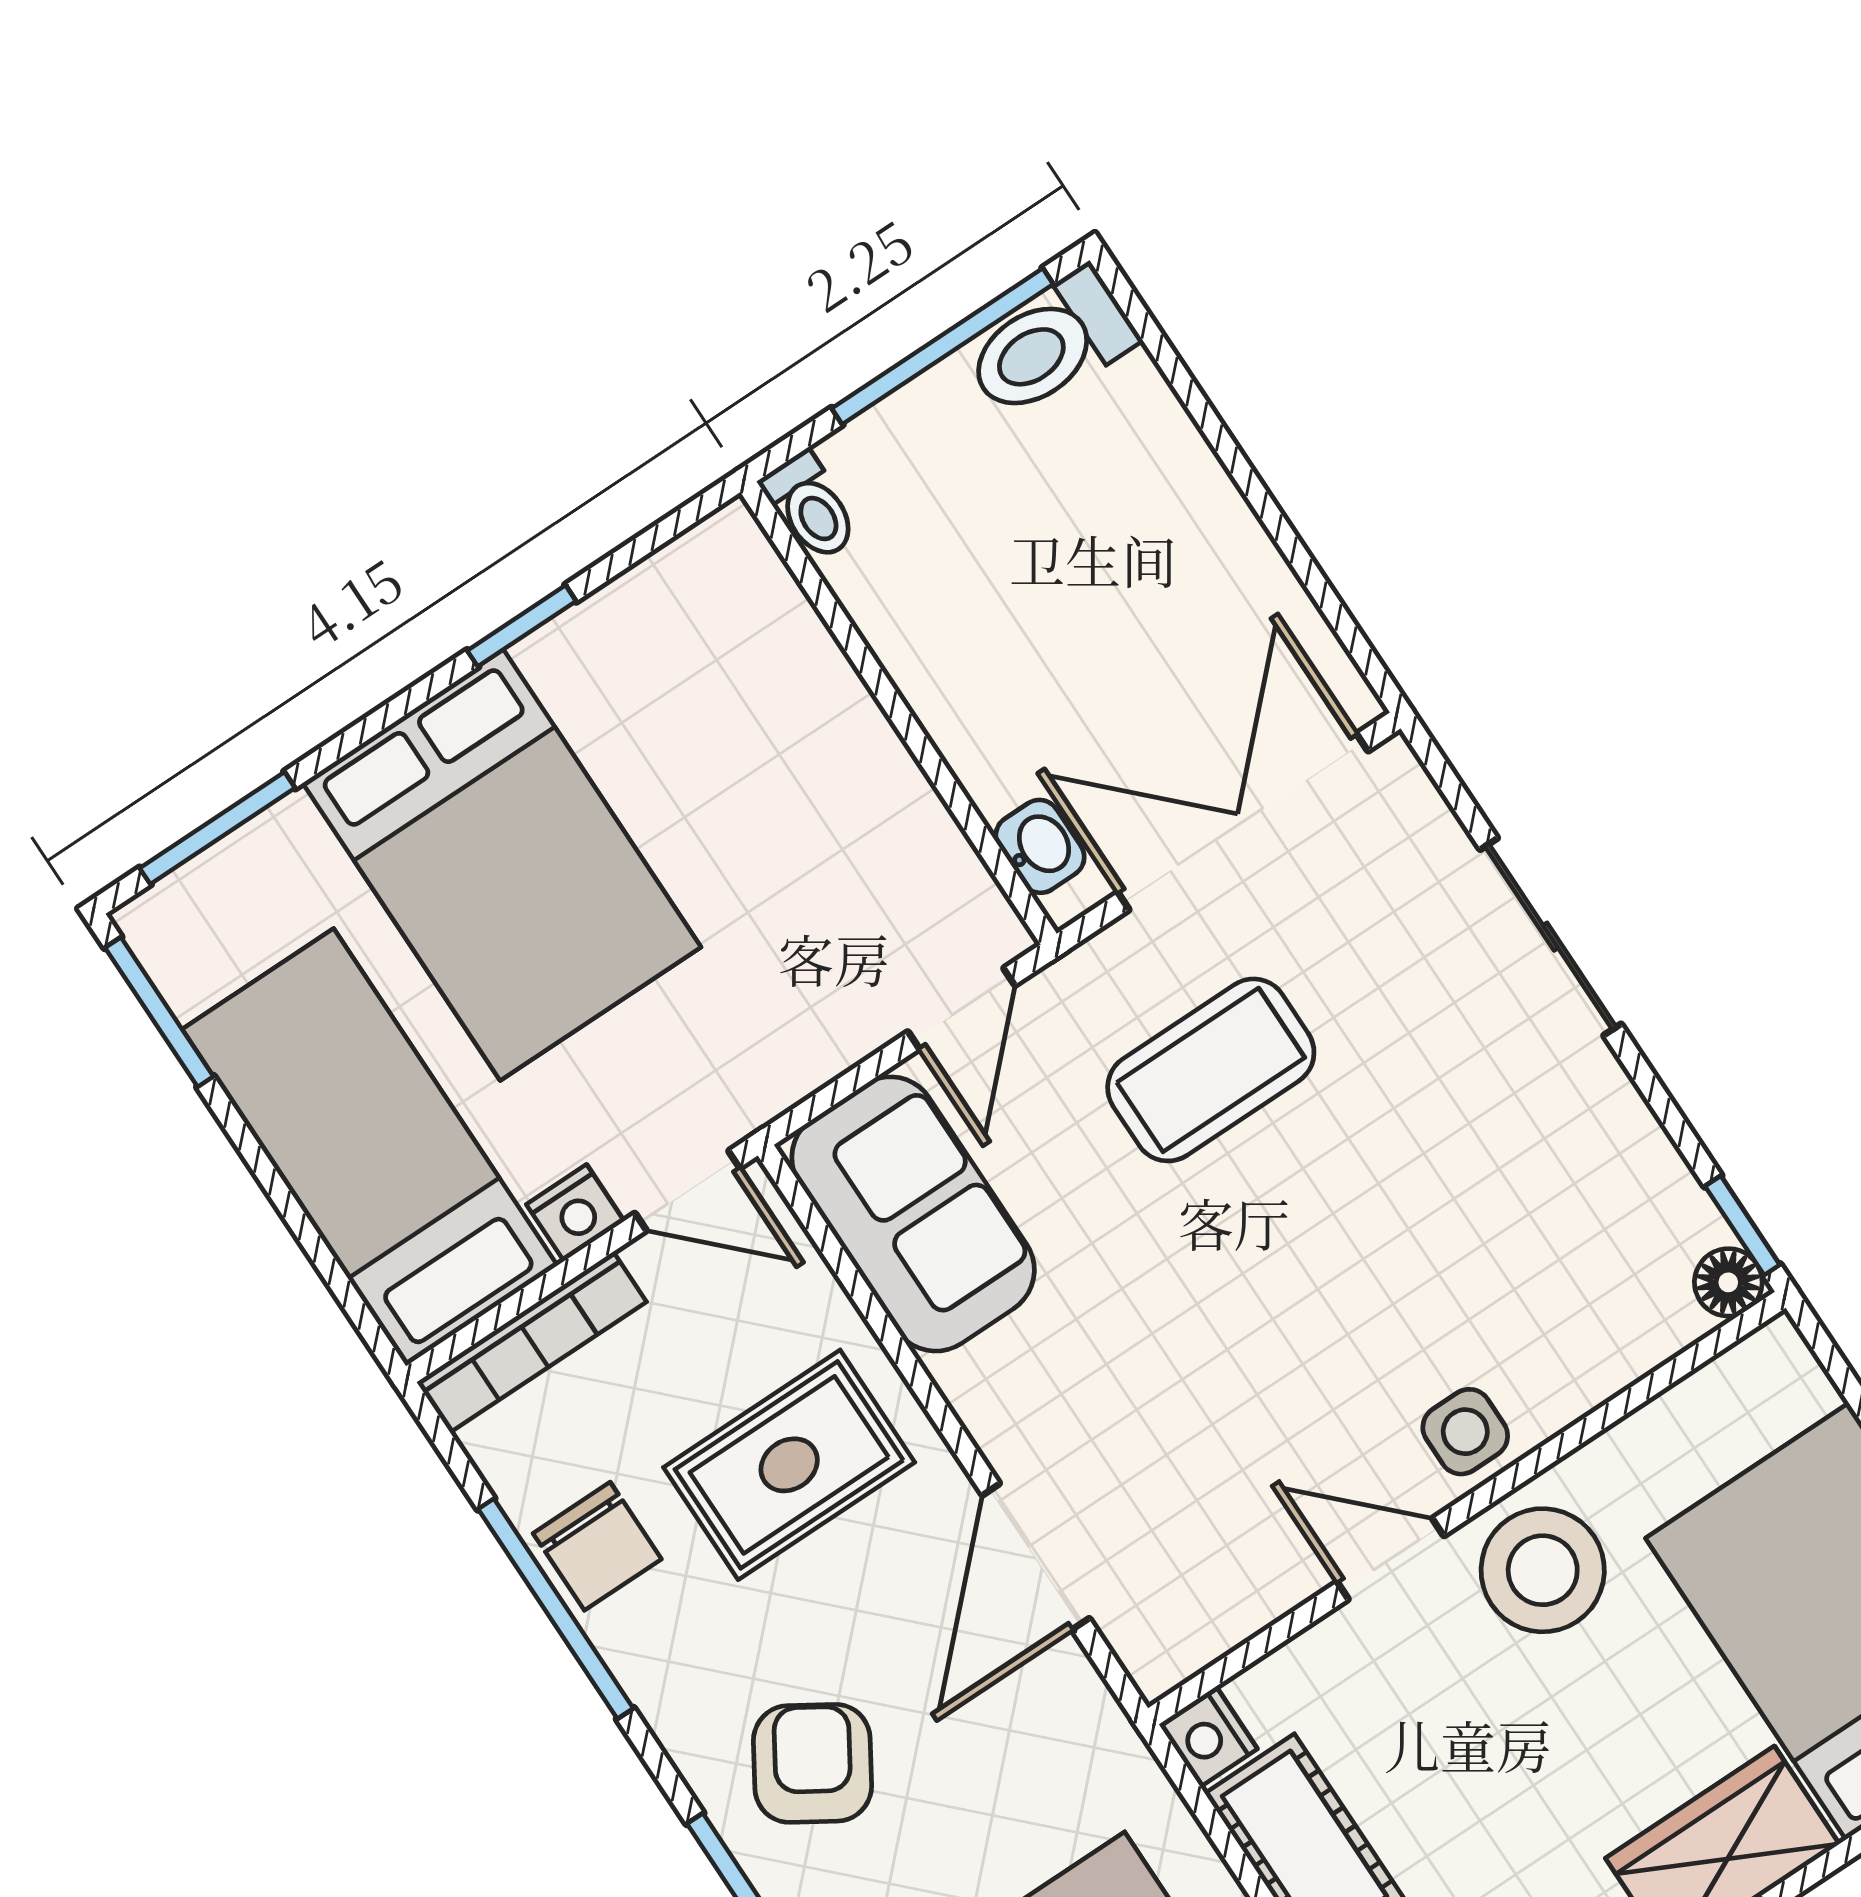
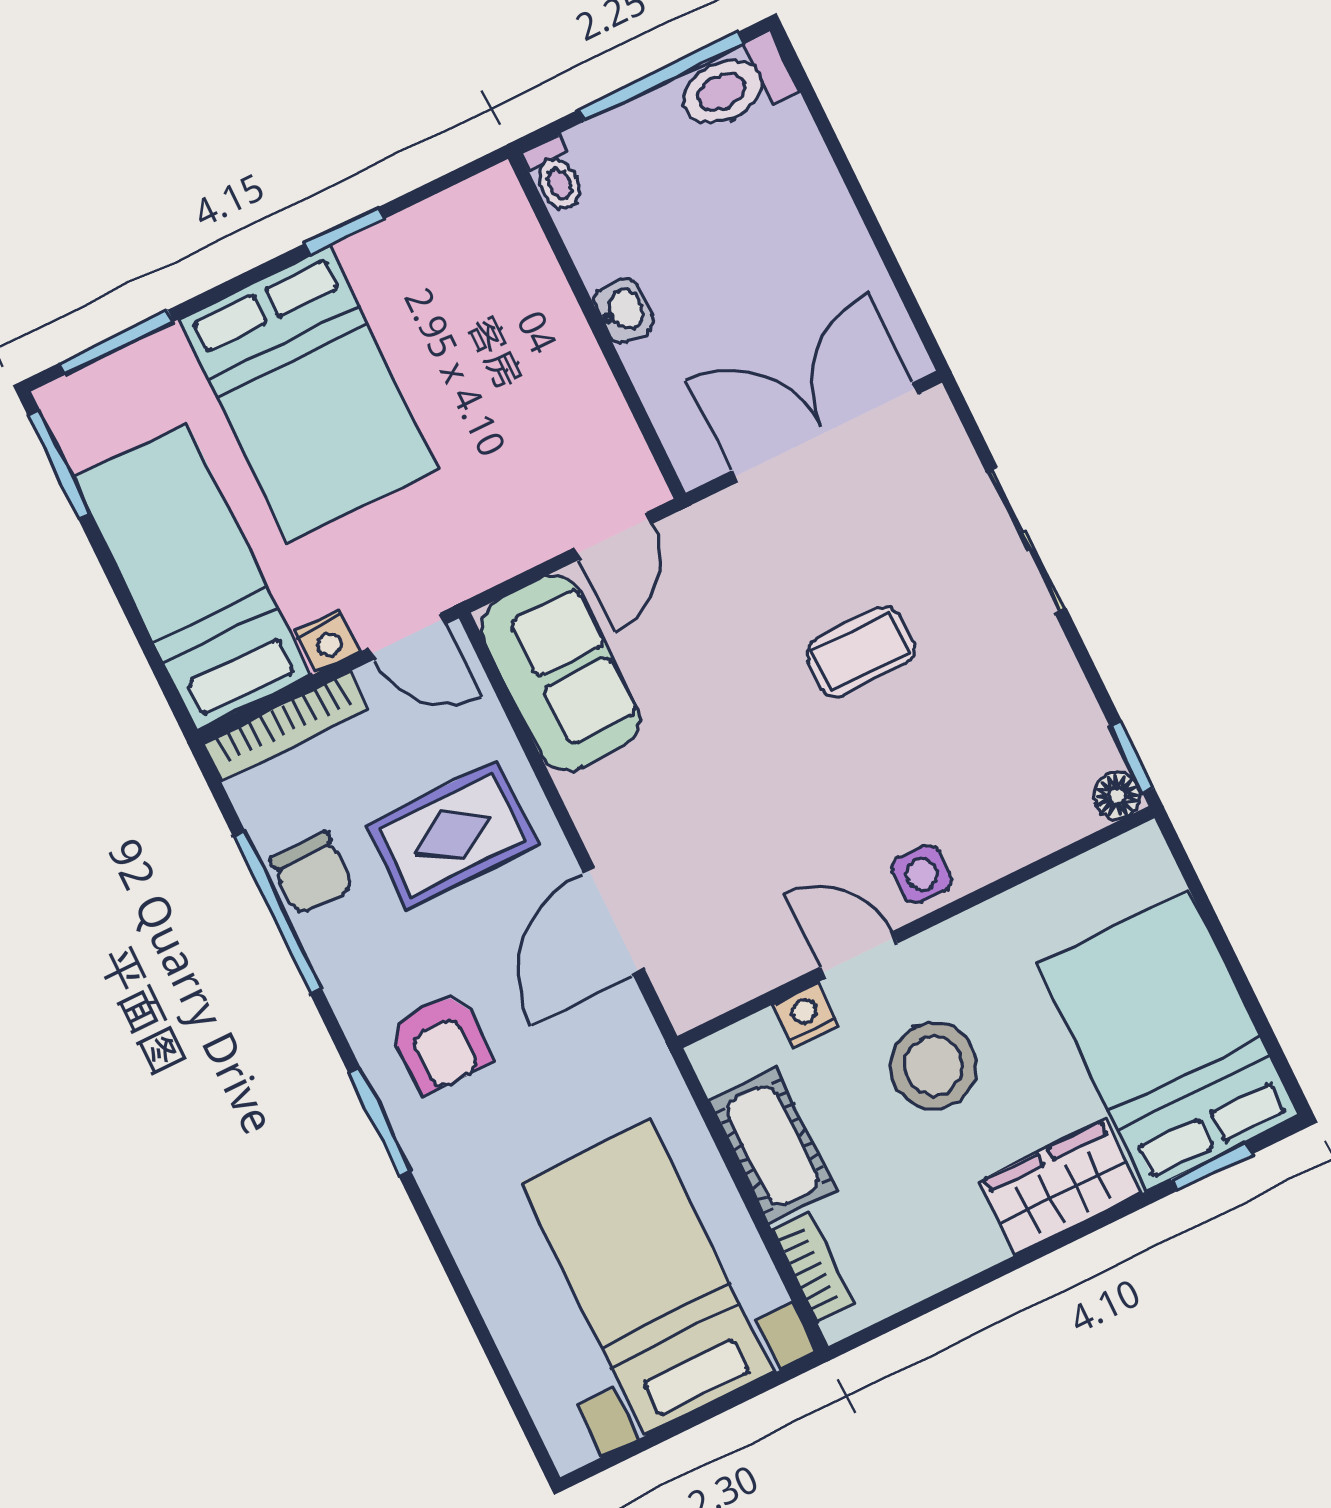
washbasin: (1040, 846) -> (623, 311), moved
coffee table: (1211, 1070) -> (860, 652), moved, width x0.73, depth x0.77
stool: (1543, 1570) -> (933, 1066), moved
nightstand: (1209, 1738) -> (806, 1015), moved, turned 90
armchair: (813, 1763) -> (441, 1043), turned 148

